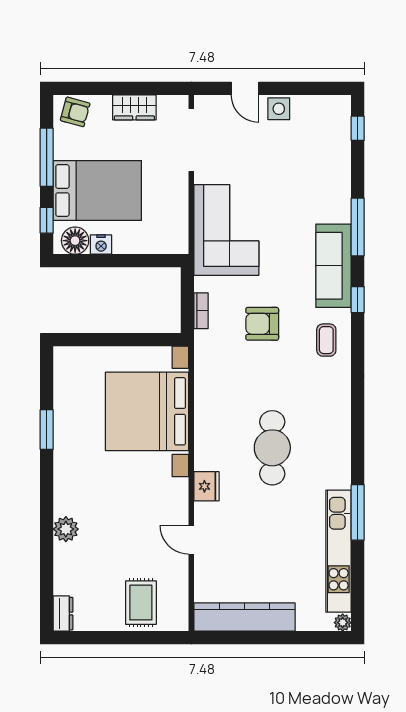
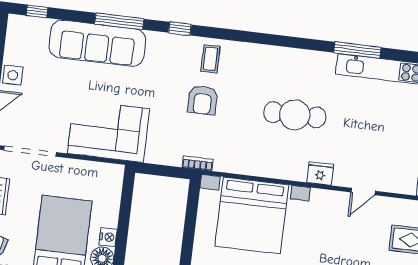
sofa: (334, 266) -> (97, 43), moved, width x1.36, depth x1.27
bookcase: (201, 311) -> (197, 163), moved
armchair: (262, 324) -> (203, 100), moved
coffee table: (326, 340) -> (210, 59), turned 90

